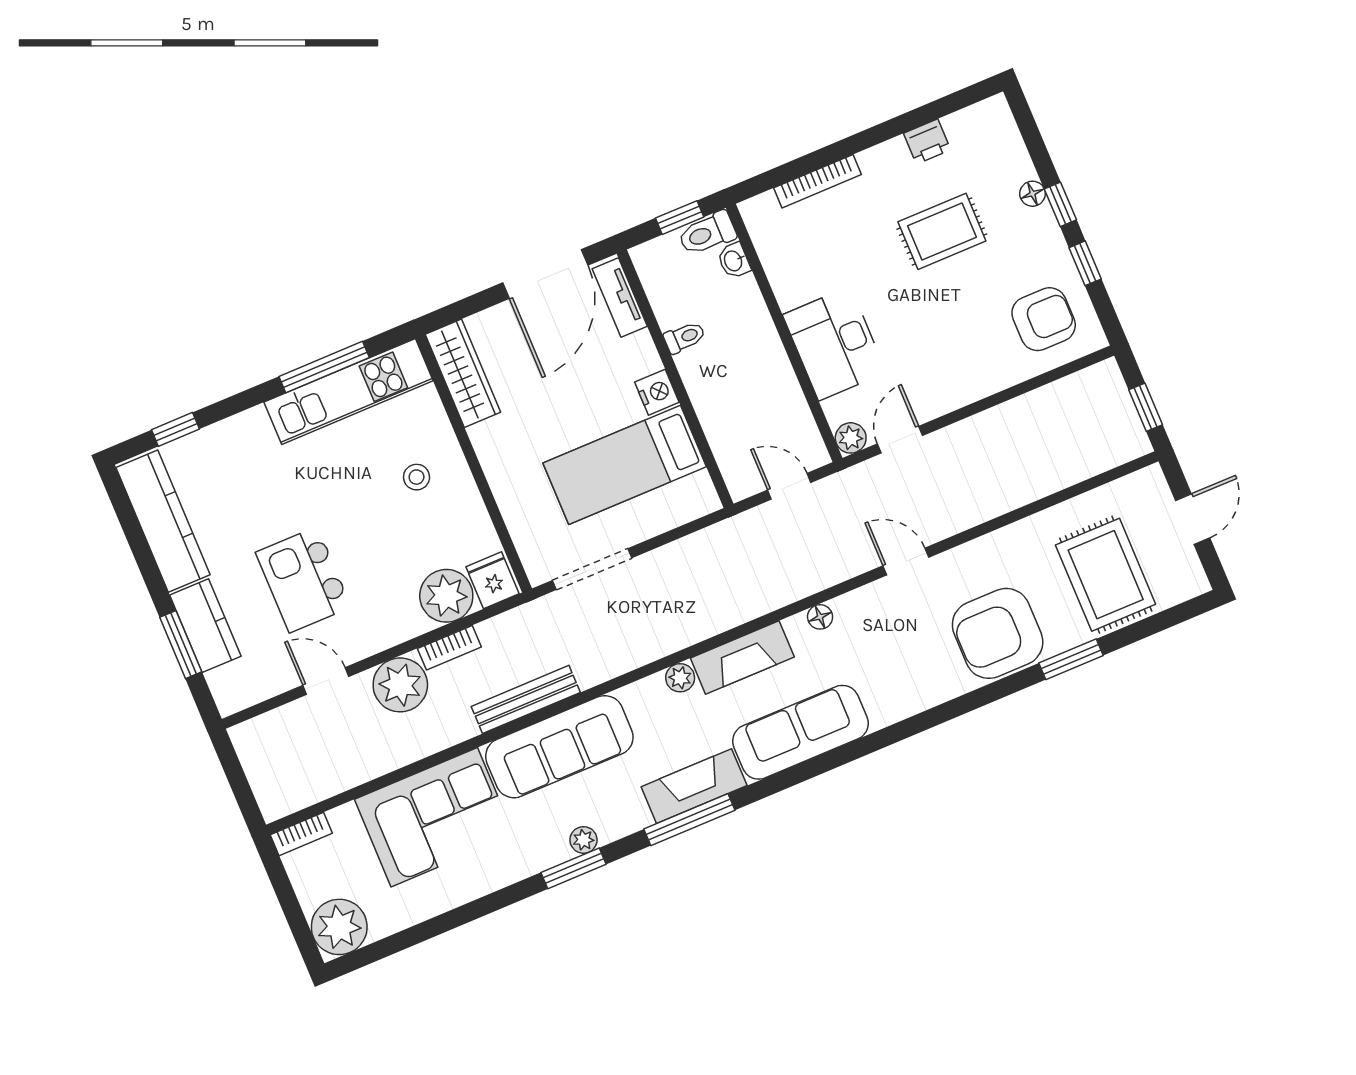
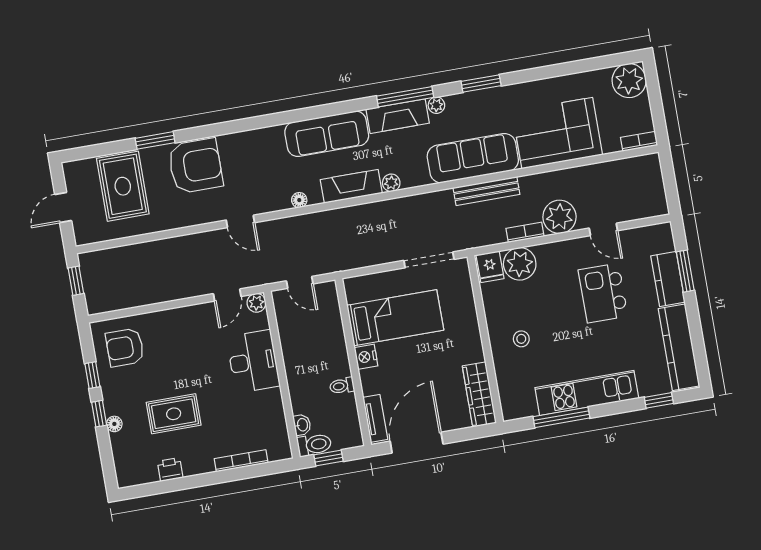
kitchen unit: (349, 391) -> (587, 393), moved
kitchen island: (303, 580) -> (603, 293), turned 180
plant: (583, 840) -> (436, 105), moved

